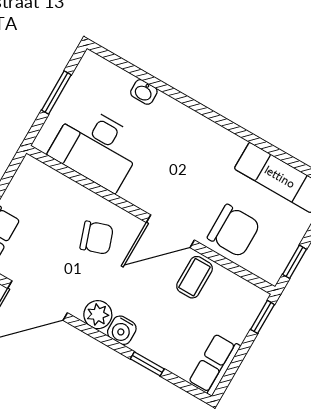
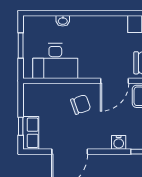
plant: (98, 315) -> (103, 141), removed

